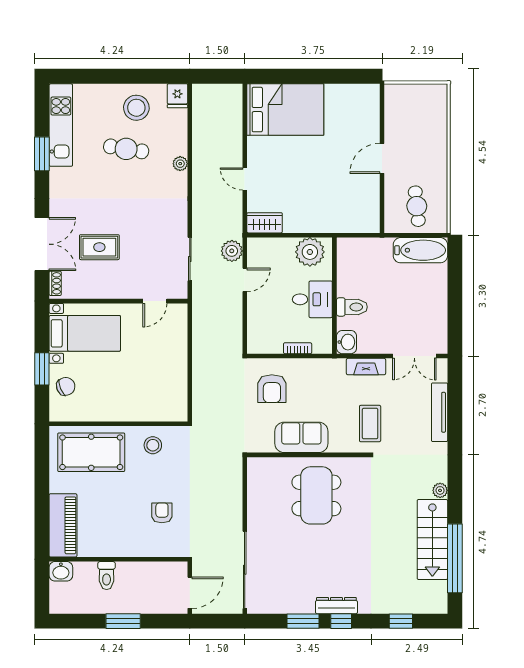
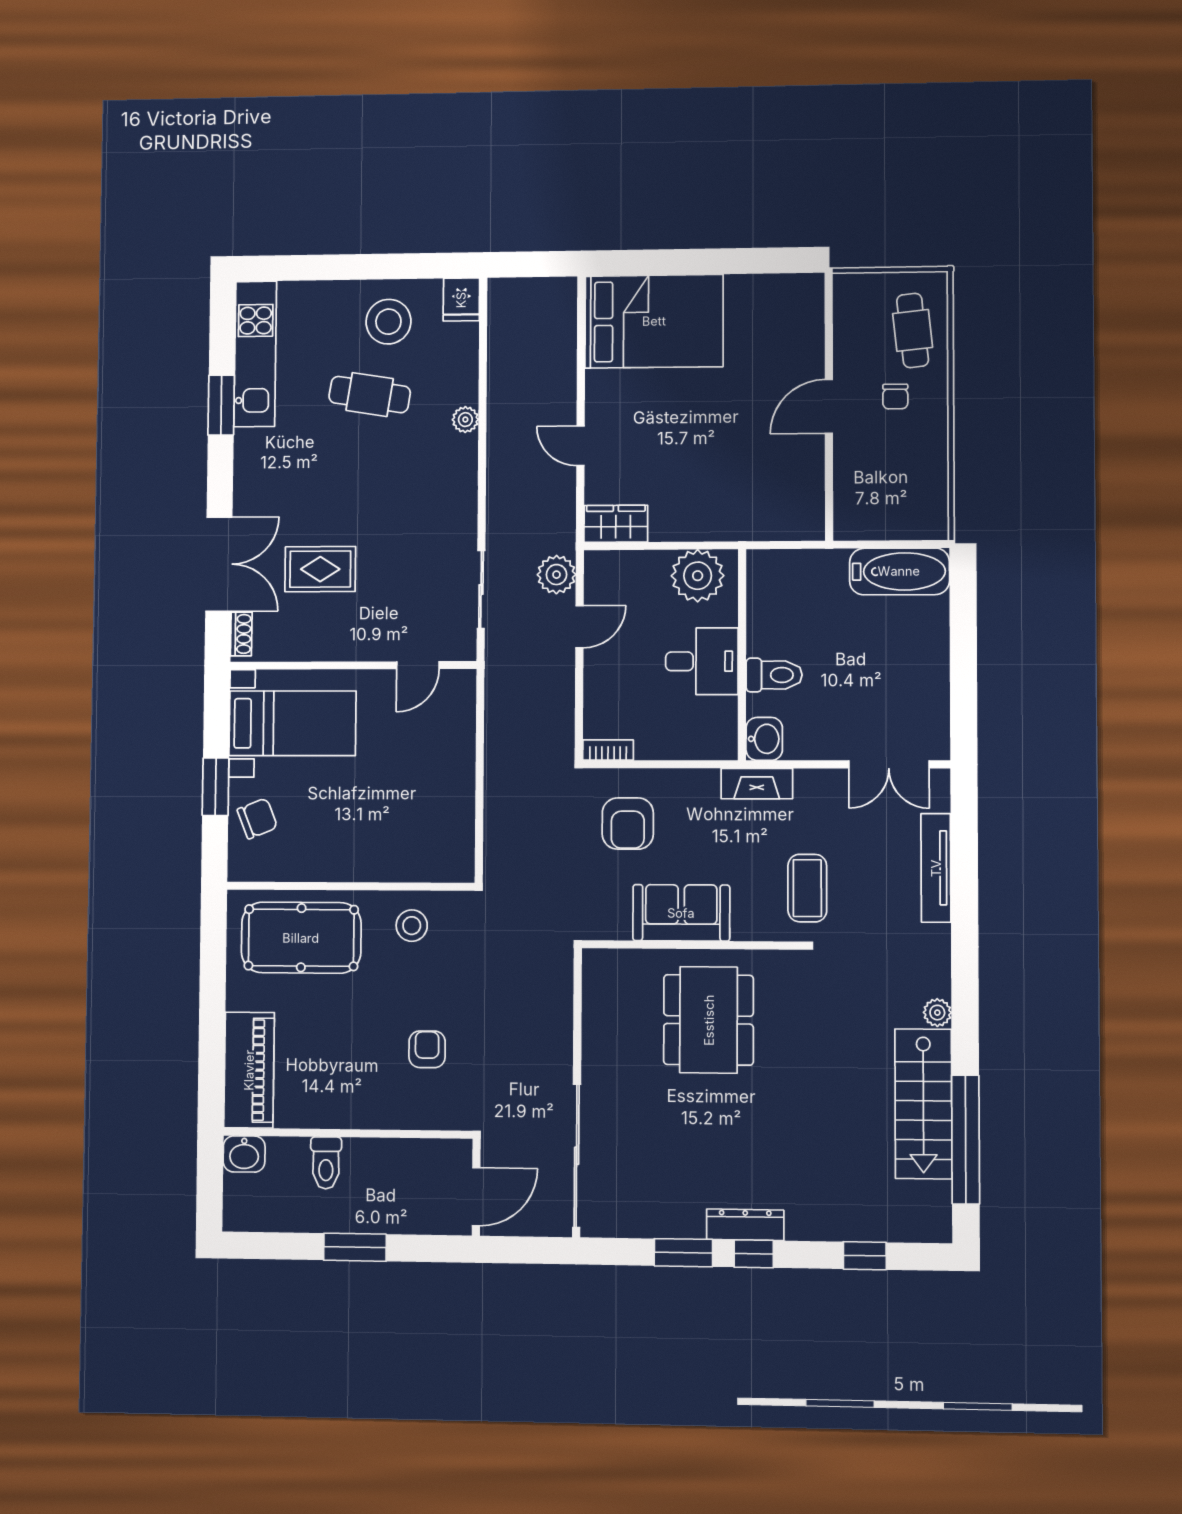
chair: (418, 153) -> (895, 397), added
cafe table: (417, 206) -> (913, 330), moved
bookcase: (298, 348) -> (608, 750), moved
fireplace: (366, 367) -> (757, 783), moved

